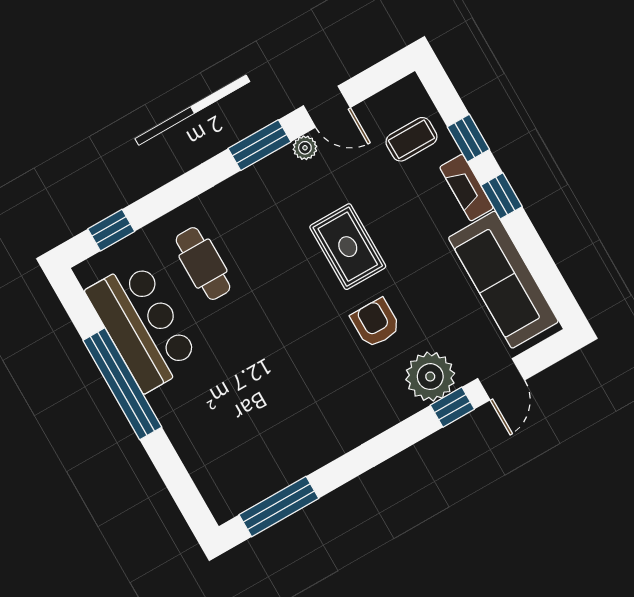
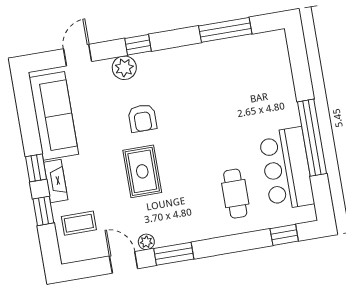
plant: (430, 377) -> (124, 68), width x0.73, depth x0.73
window: (452, 407) -> (138, 45), moved
window: (279, 507) -> (225, 30), moved

